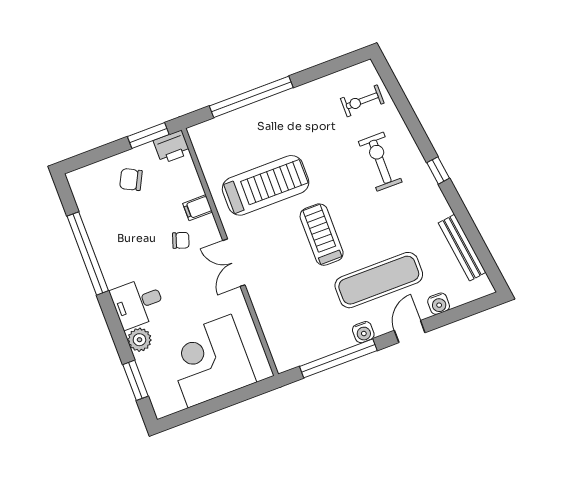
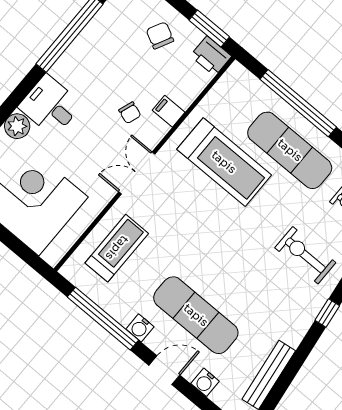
exercise mat: (286, 126) -> (290, 150), added
exercise bike: (380, 162) -> (305, 255), turned -90
treadmill: (322, 235) -> (117, 248), moved

